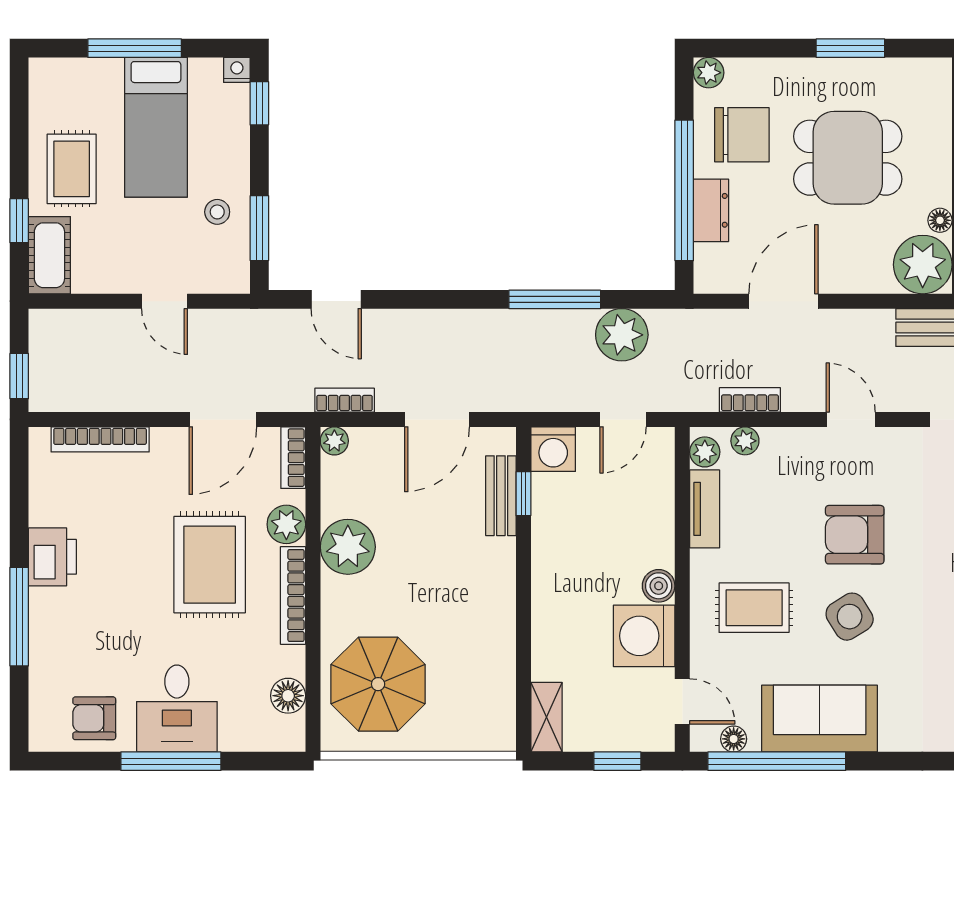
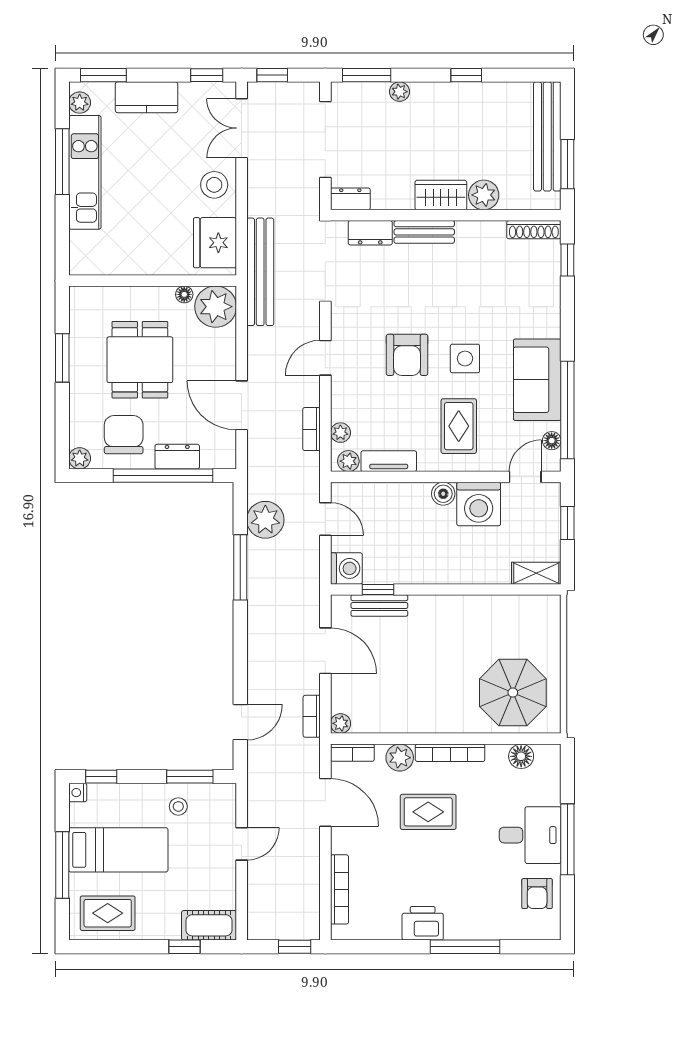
rug: (72, 169) -> (108, 913), moved
plant: (348, 547) -> (416, 714), removed
rug: (210, 565) -> (428, 812), width x0.73, depth x0.70
side table: (850, 617) -> (465, 358), turned 32

